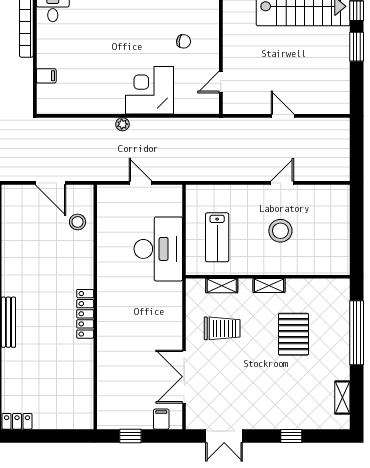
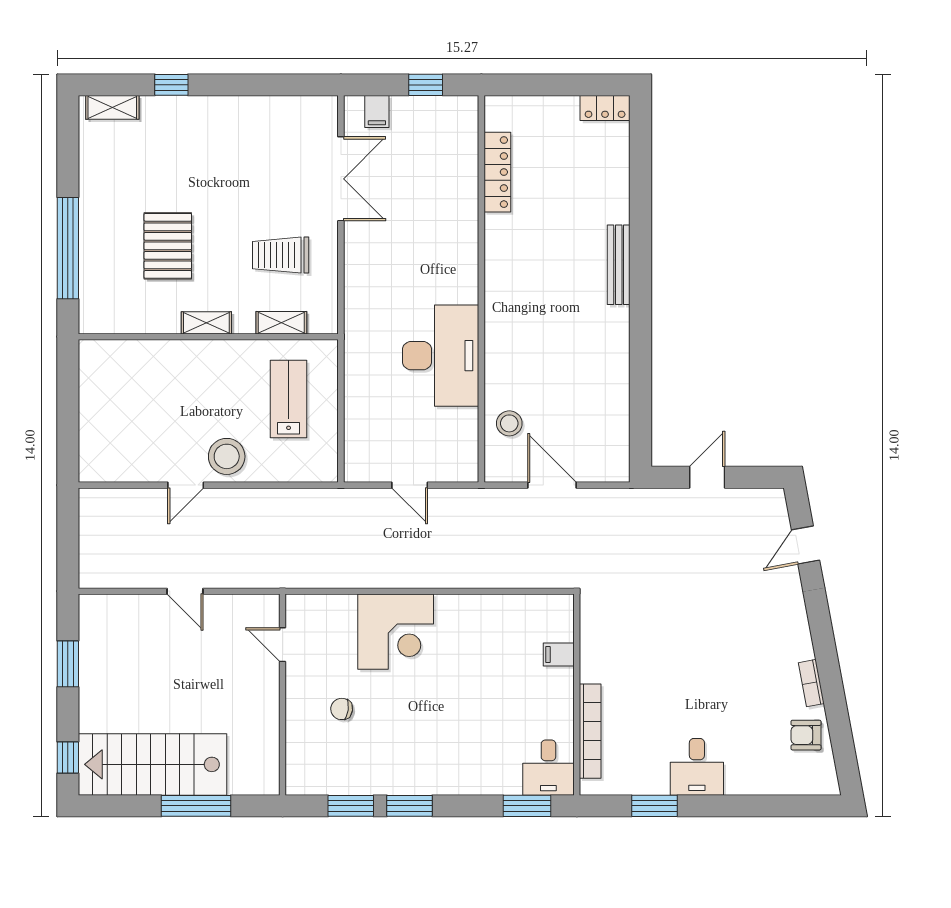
window: (357, 47) -> (68, 664), moved
door: (221, 82) -> (283, 645), swing flipped
plant: (122, 124) -> (438, 578), removed
stool: (280, 231) -> (227, 456), moved
desk: (158, 249) -> (441, 356), moved, turned 180
locker: (85, 314) -> (497, 172), moved
shelving: (342, 397) -> (112, 107), moved, turned 90
double door: (224, 436) -> (278, 85), removed

